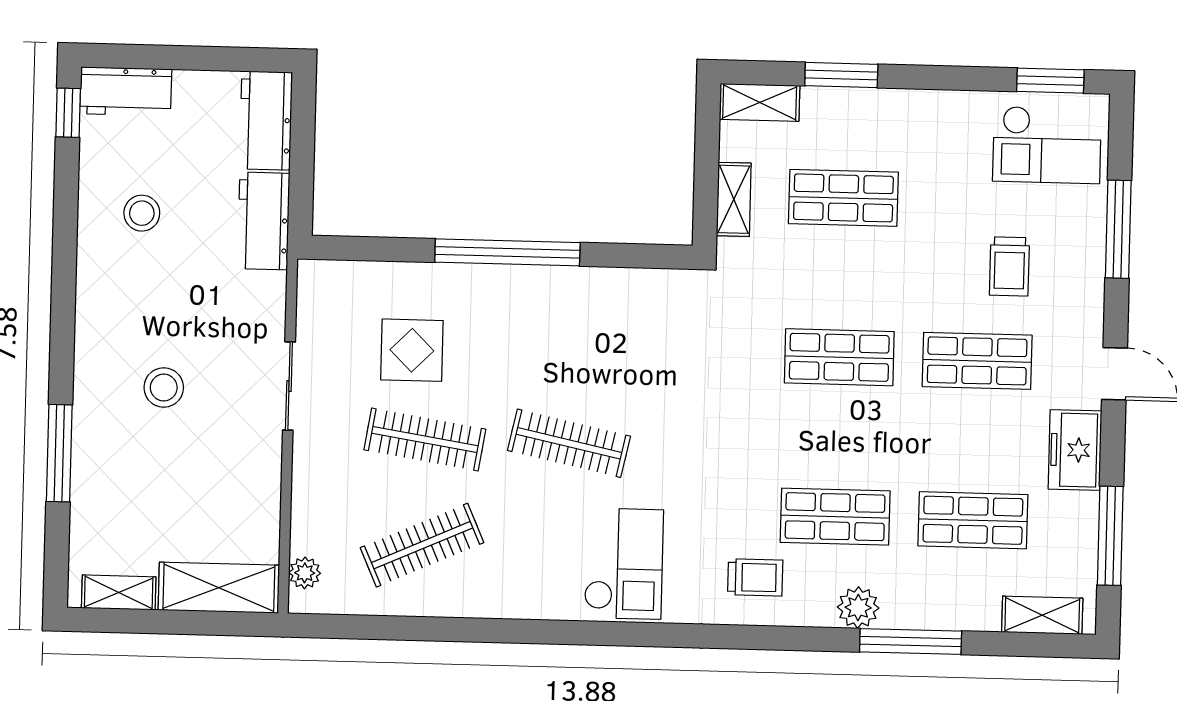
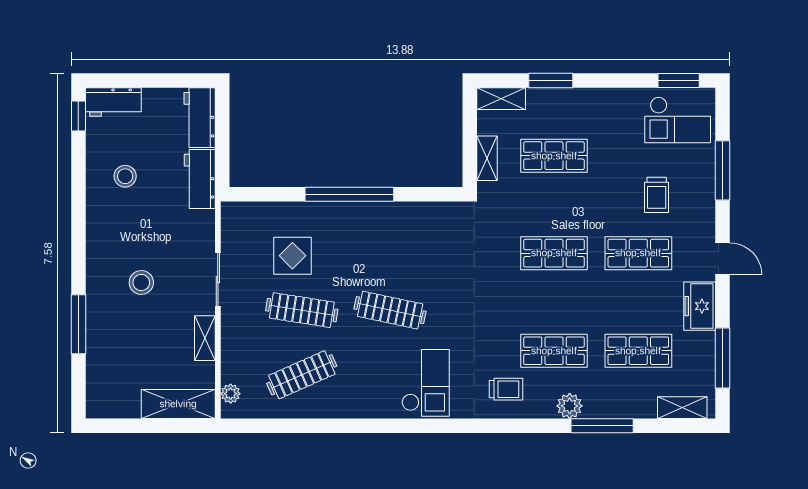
shelving: (119, 593) -> (205, 338), moved, turned 90

